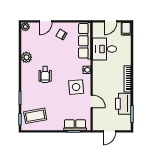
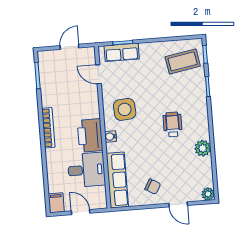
door: (46, 21) -> (178, 204), swing flipped
door: (111, 21) -> (81, 212), hinge flipped
door: (92, 101) -> (98, 74), moved
printer: (123, 104) -> (90, 135), moved, turned 180

